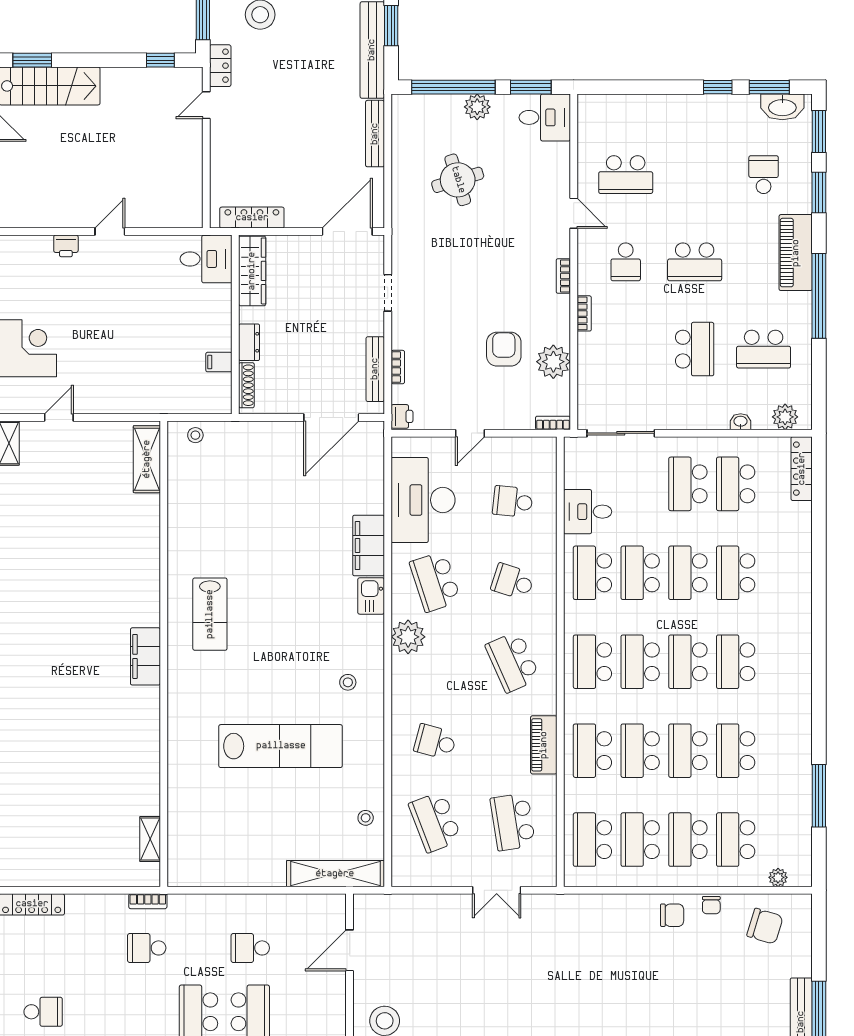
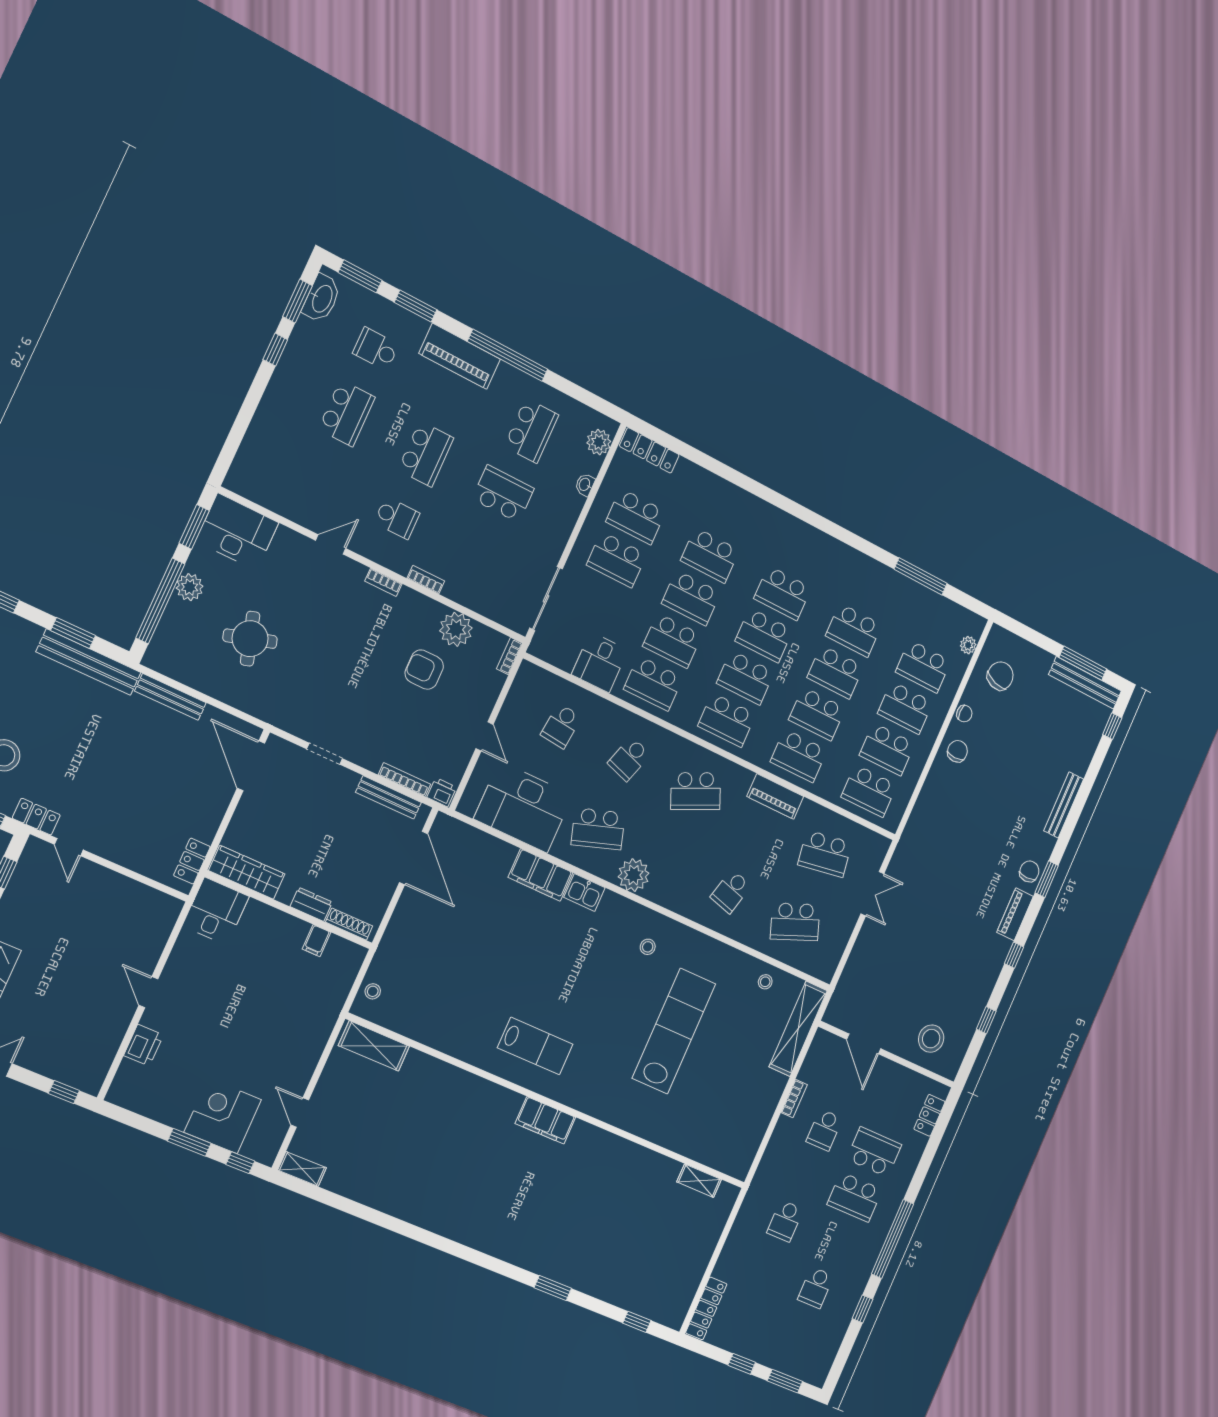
desk: (545, 117) -> (237, 532), width x1.37
school desk: (626, 175) -> (347, 413), moved
locker: (252, 218) -> (192, 861), width x0.66
printer: (66, 246) -> (144, 1045), width x1.36, depth x1.24
bookcase: (398, 367) -> (404, 779), width x1.56
bookcase: (148, 901) -> (794, 1099), moved
school desk: (43, 1012) -> (816, 1288), moved, turned 180

